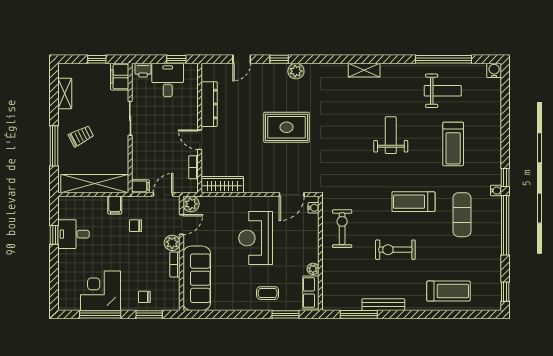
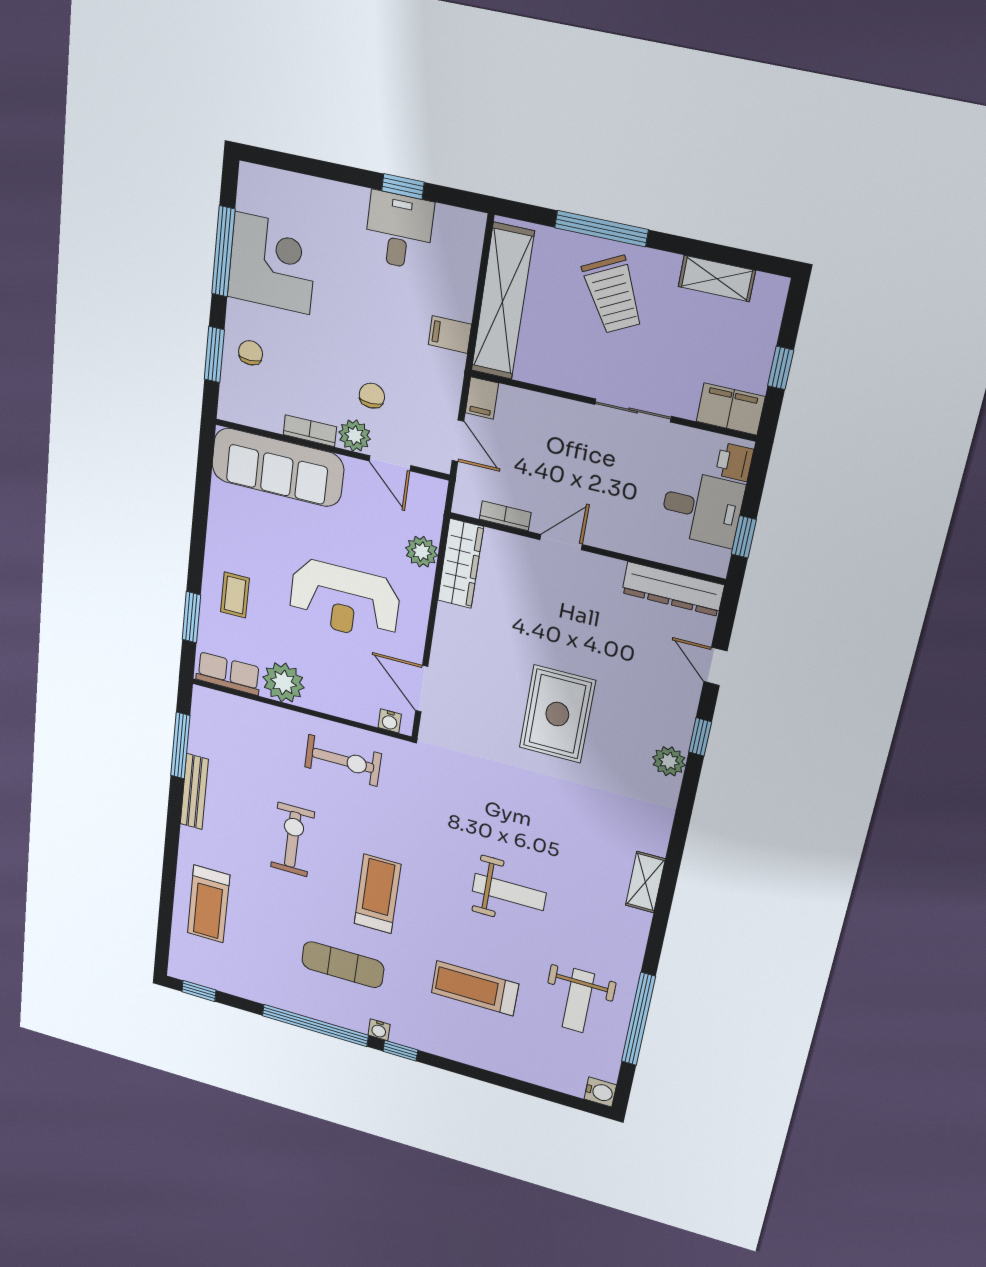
dresser: (209, 104) -> (673, 589), moved
trolley: (81, 136) -> (613, 295), width x1.36, depth x1.39
plant: (191, 204) -> (422, 552), moved
chair: (136, 226) -> (372, 396), moved
reception desk: (256, 238) -> (344, 600), turned 180
plant: (313, 269) -> (283, 682), width x1.88, depth x1.88

